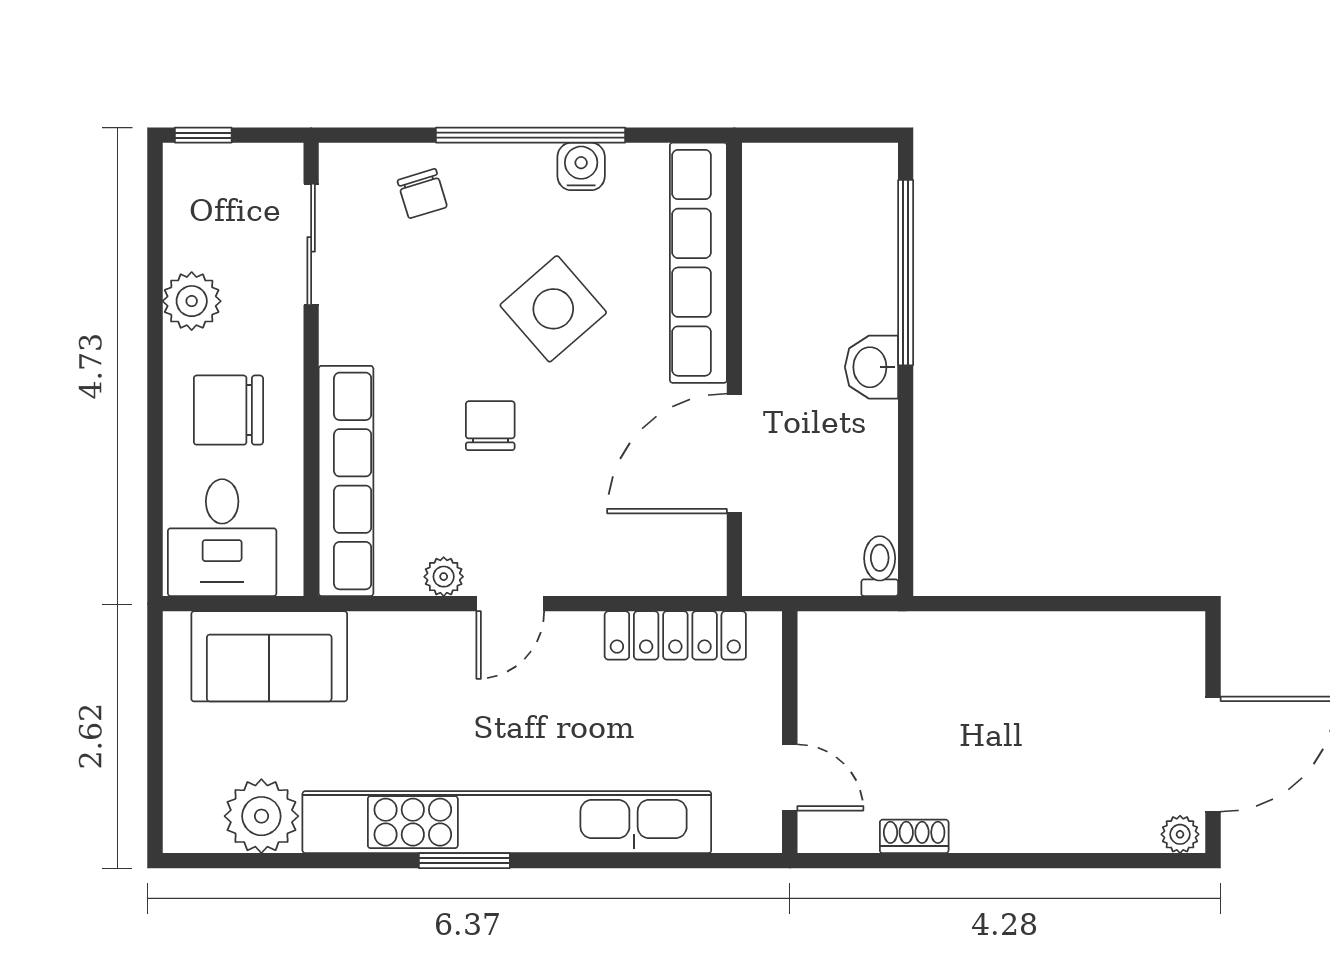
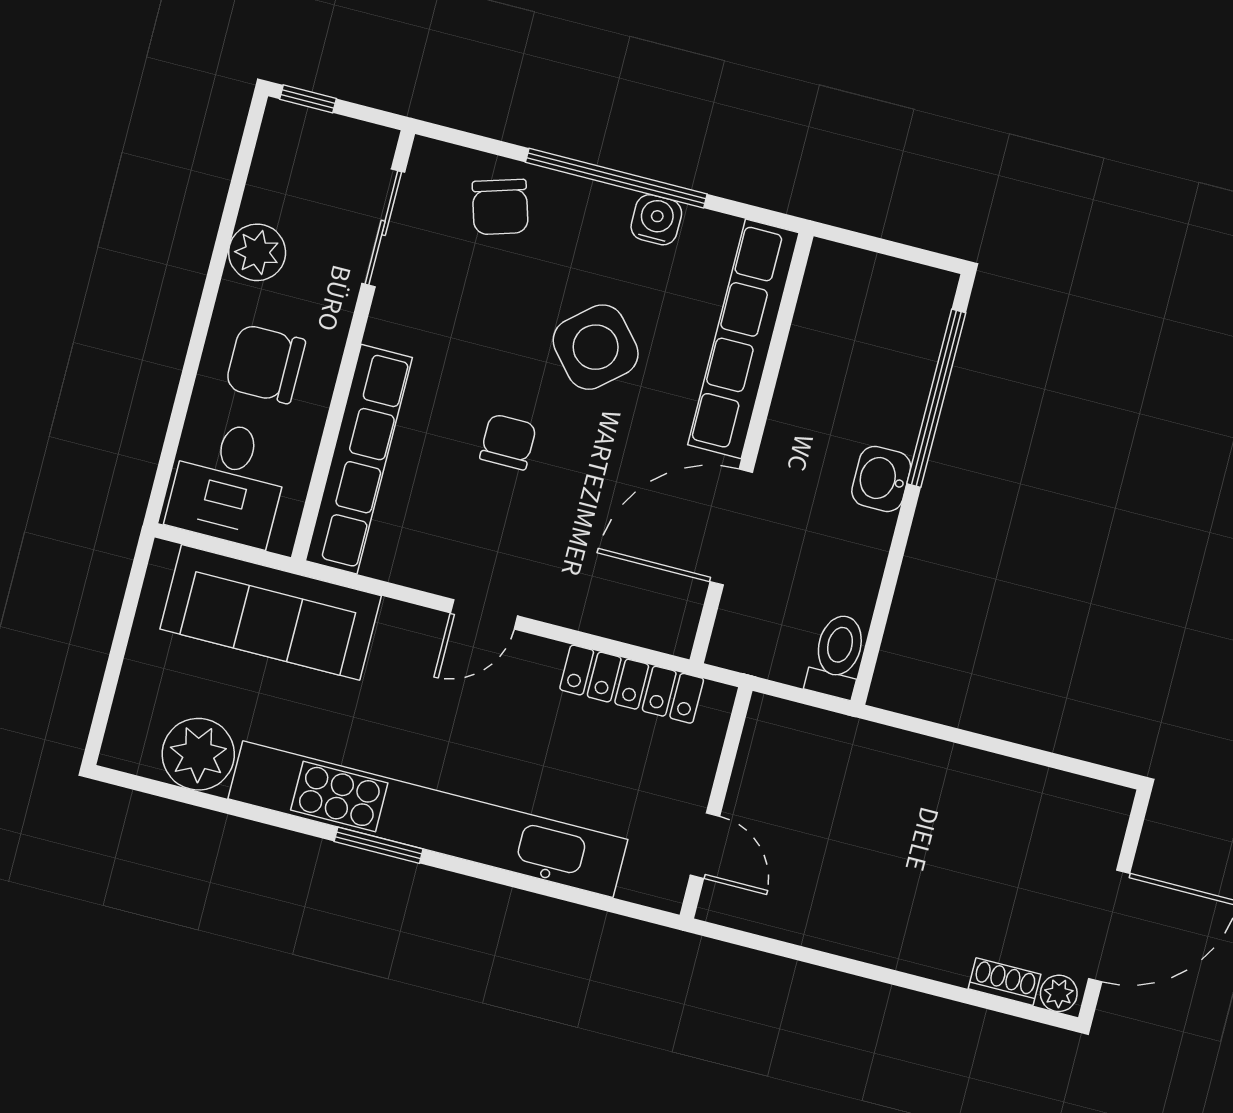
chair: (422, 194) -> (500, 207), width x1.37, depth x1.37
toilet: (880, 566) -> (837, 656), width x1.37, depth x1.39
plant: (444, 577) -> (428, 573), removed
sofa: (269, 656) -> (271, 612), width x1.36
shoe rack: (914, 836) -> (1004, 982), moved

